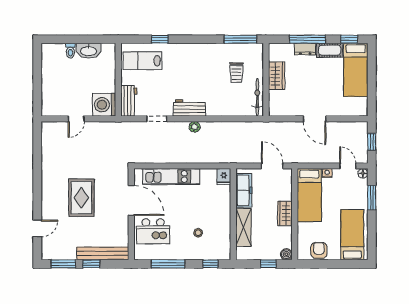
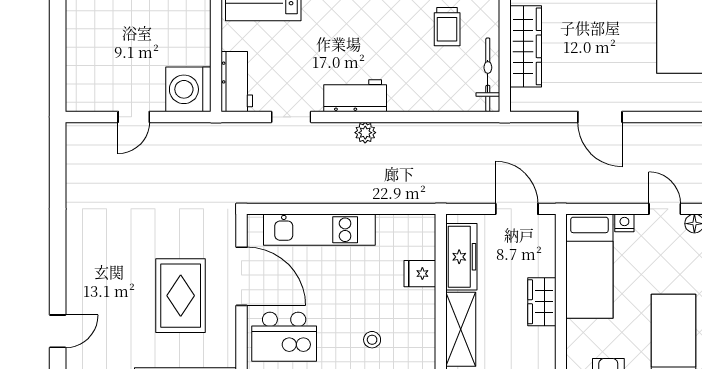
wardrobe: (277, 76) -> (526, 46), width x1.50
fridge: (224, 177) -> (420, 274), moved, turned 90
rug: (81, 198) -> (181, 296), moved

